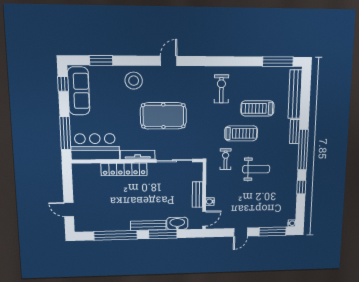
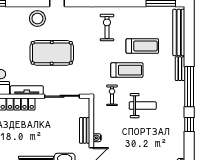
stool: (134, 81) -> (37, 19), moved
treadmill: (257, 108) -> (142, 46), turned 180

